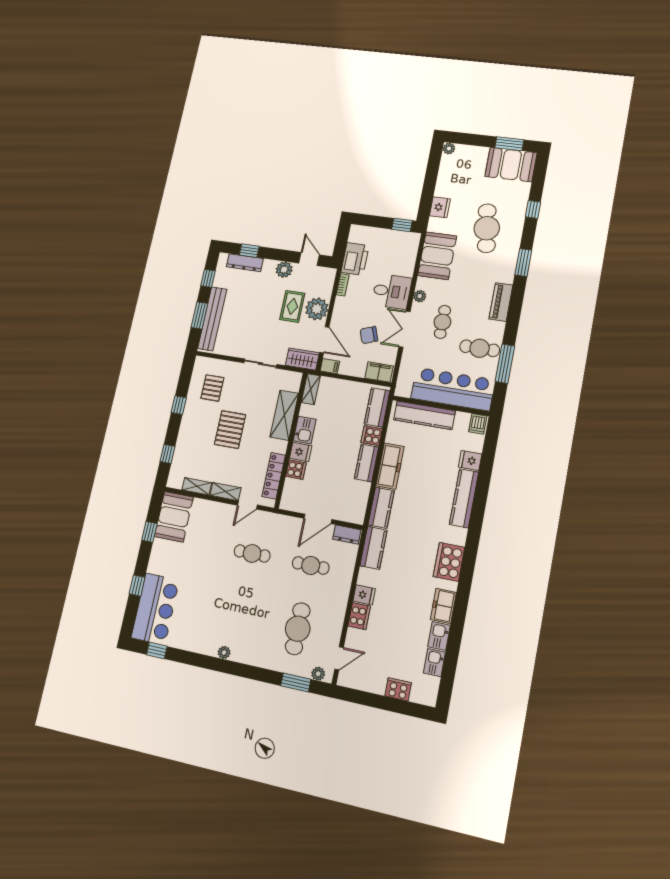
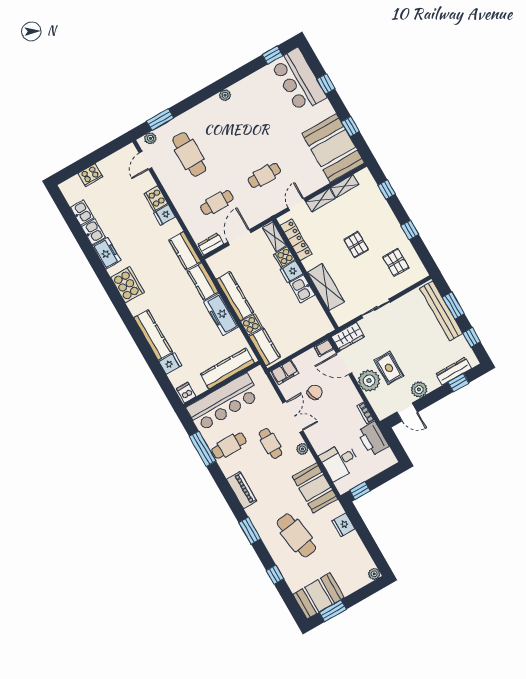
desk: (392, 291) -> (340, 461), moved
shelving: (311, 389) -> (275, 237), moved
pallet: (230, 430) -> (356, 245), width x0.67, depth x0.71
kitchen counter: (367, 463) -> (235, 296), width x1.50
booth: (174, 517) -> (333, 148), width x1.36, depth x1.42

